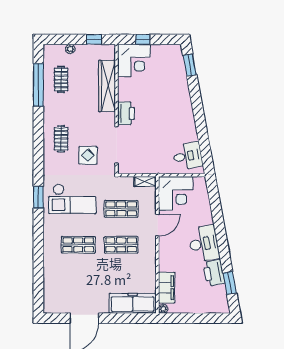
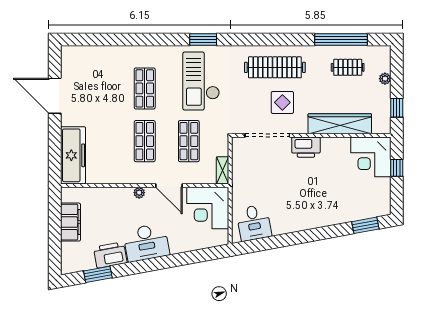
clothes rail: (61, 139) -> (275, 67), width x1.86, depth x1.31
display table: (88, 155) -> (282, 102), moved
filing cabinet: (167, 288) -> (71, 222), moved, turned -90
plant: (163, 309) -> (139, 193), moved

